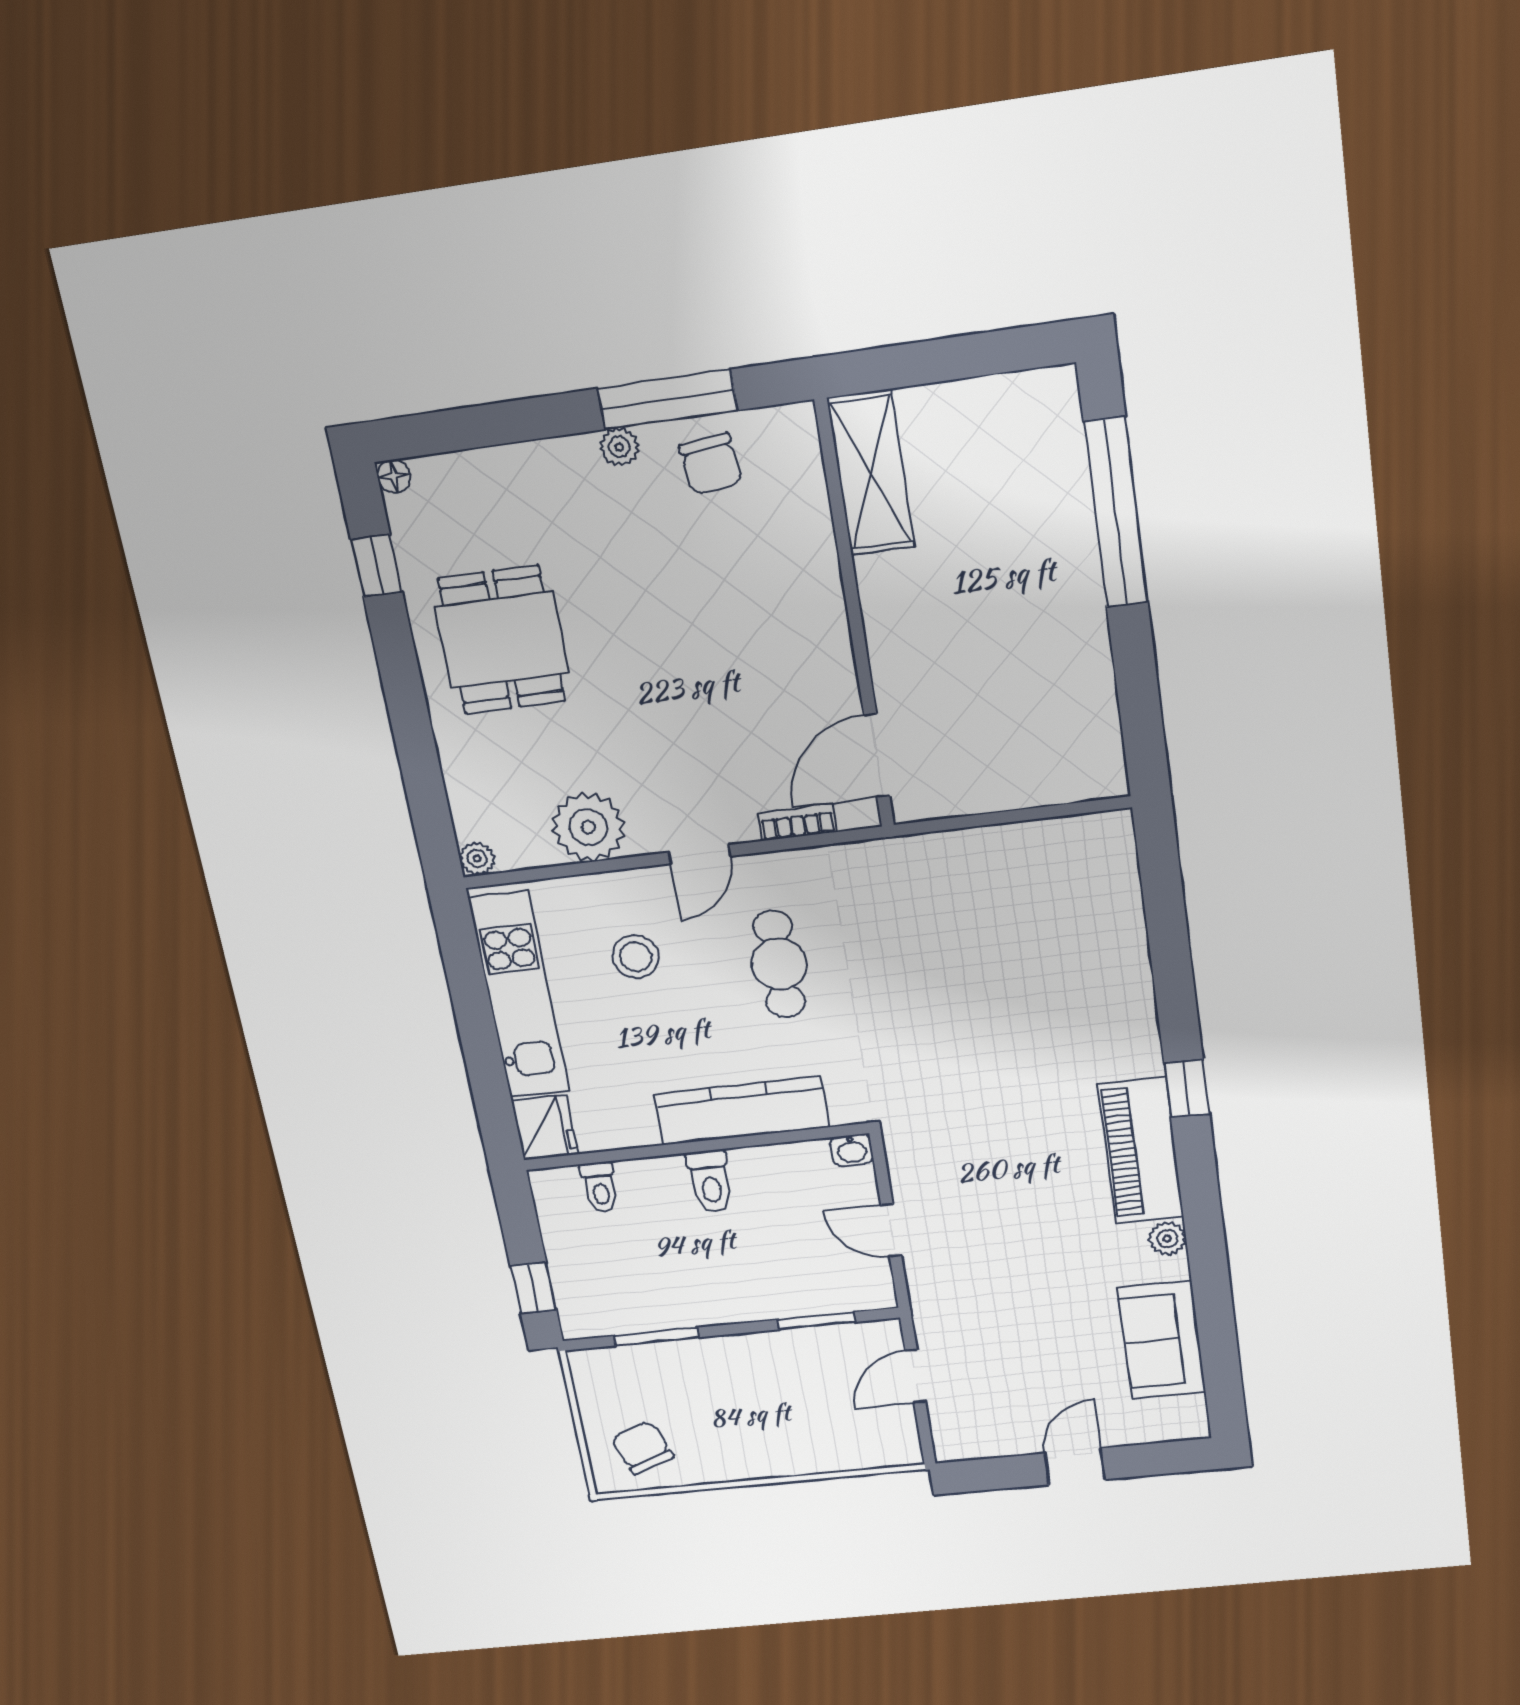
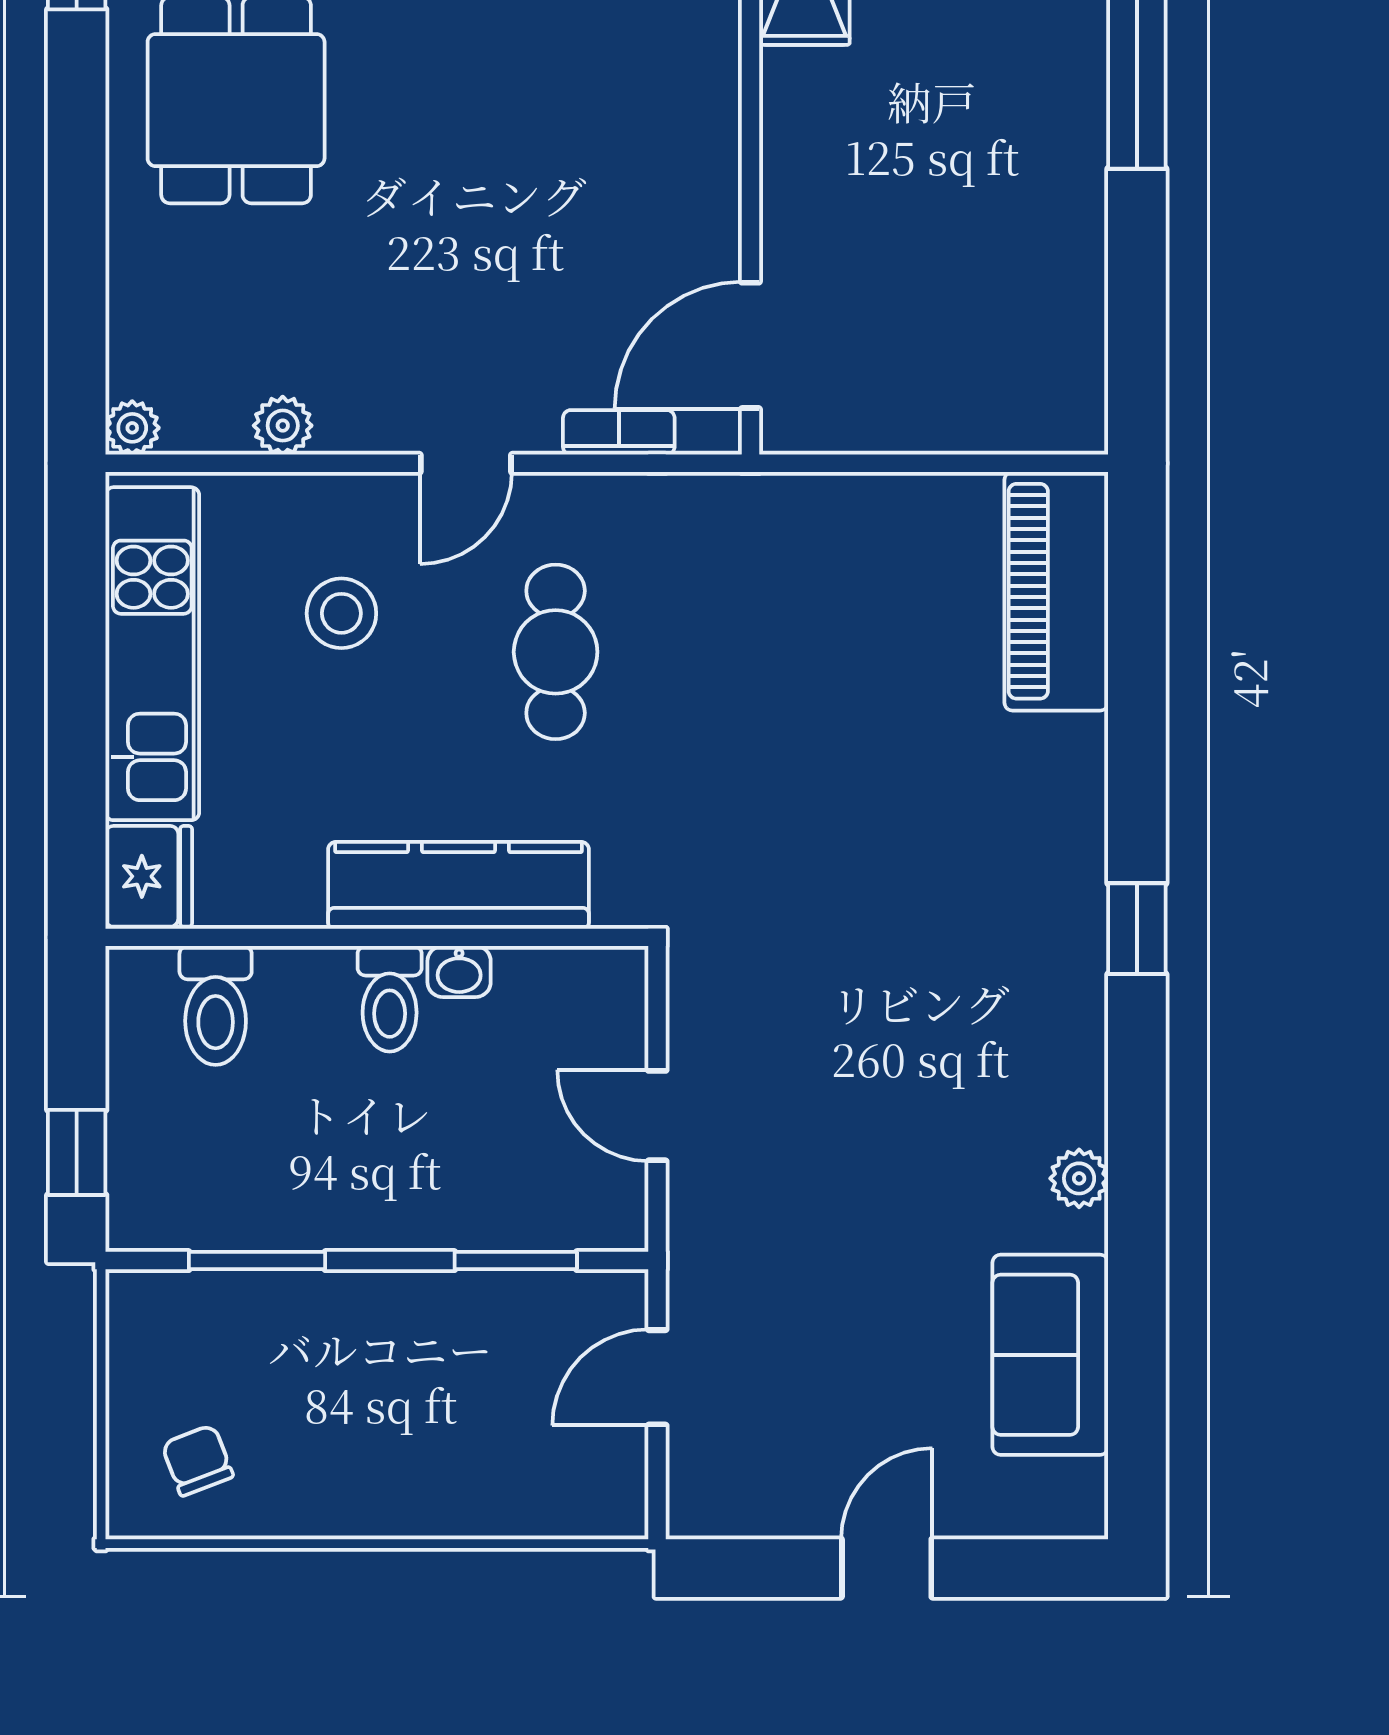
plant: (588, 827) -> (283, 426), width x0.53, depth x0.53
washbasin: (852, 1150) -> (459, 972), moved
piano: (1141, 1151) -> (1056, 591), moved
toilet: (600, 1187) -> (216, 1005), width x1.37, depth x1.39
chair: (642, 1448) -> (197, 1460), width x0.73, depth x0.73

